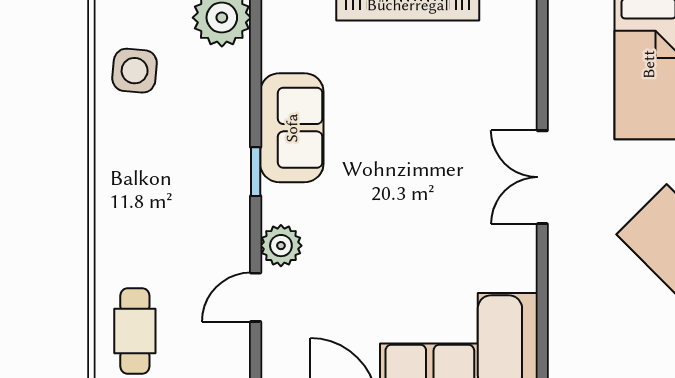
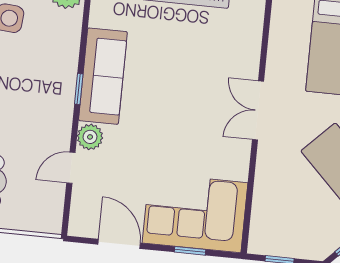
sofa: (292, 128) -> (103, 76), width x1.36

